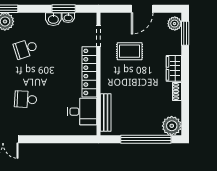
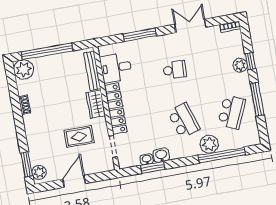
school desk: (26, 49) -> (184, 121), width x1.85
wardrobe: (174, 68) -> (96, 104), moved, turned 180
window: (53, 139) -> (140, 35), added

